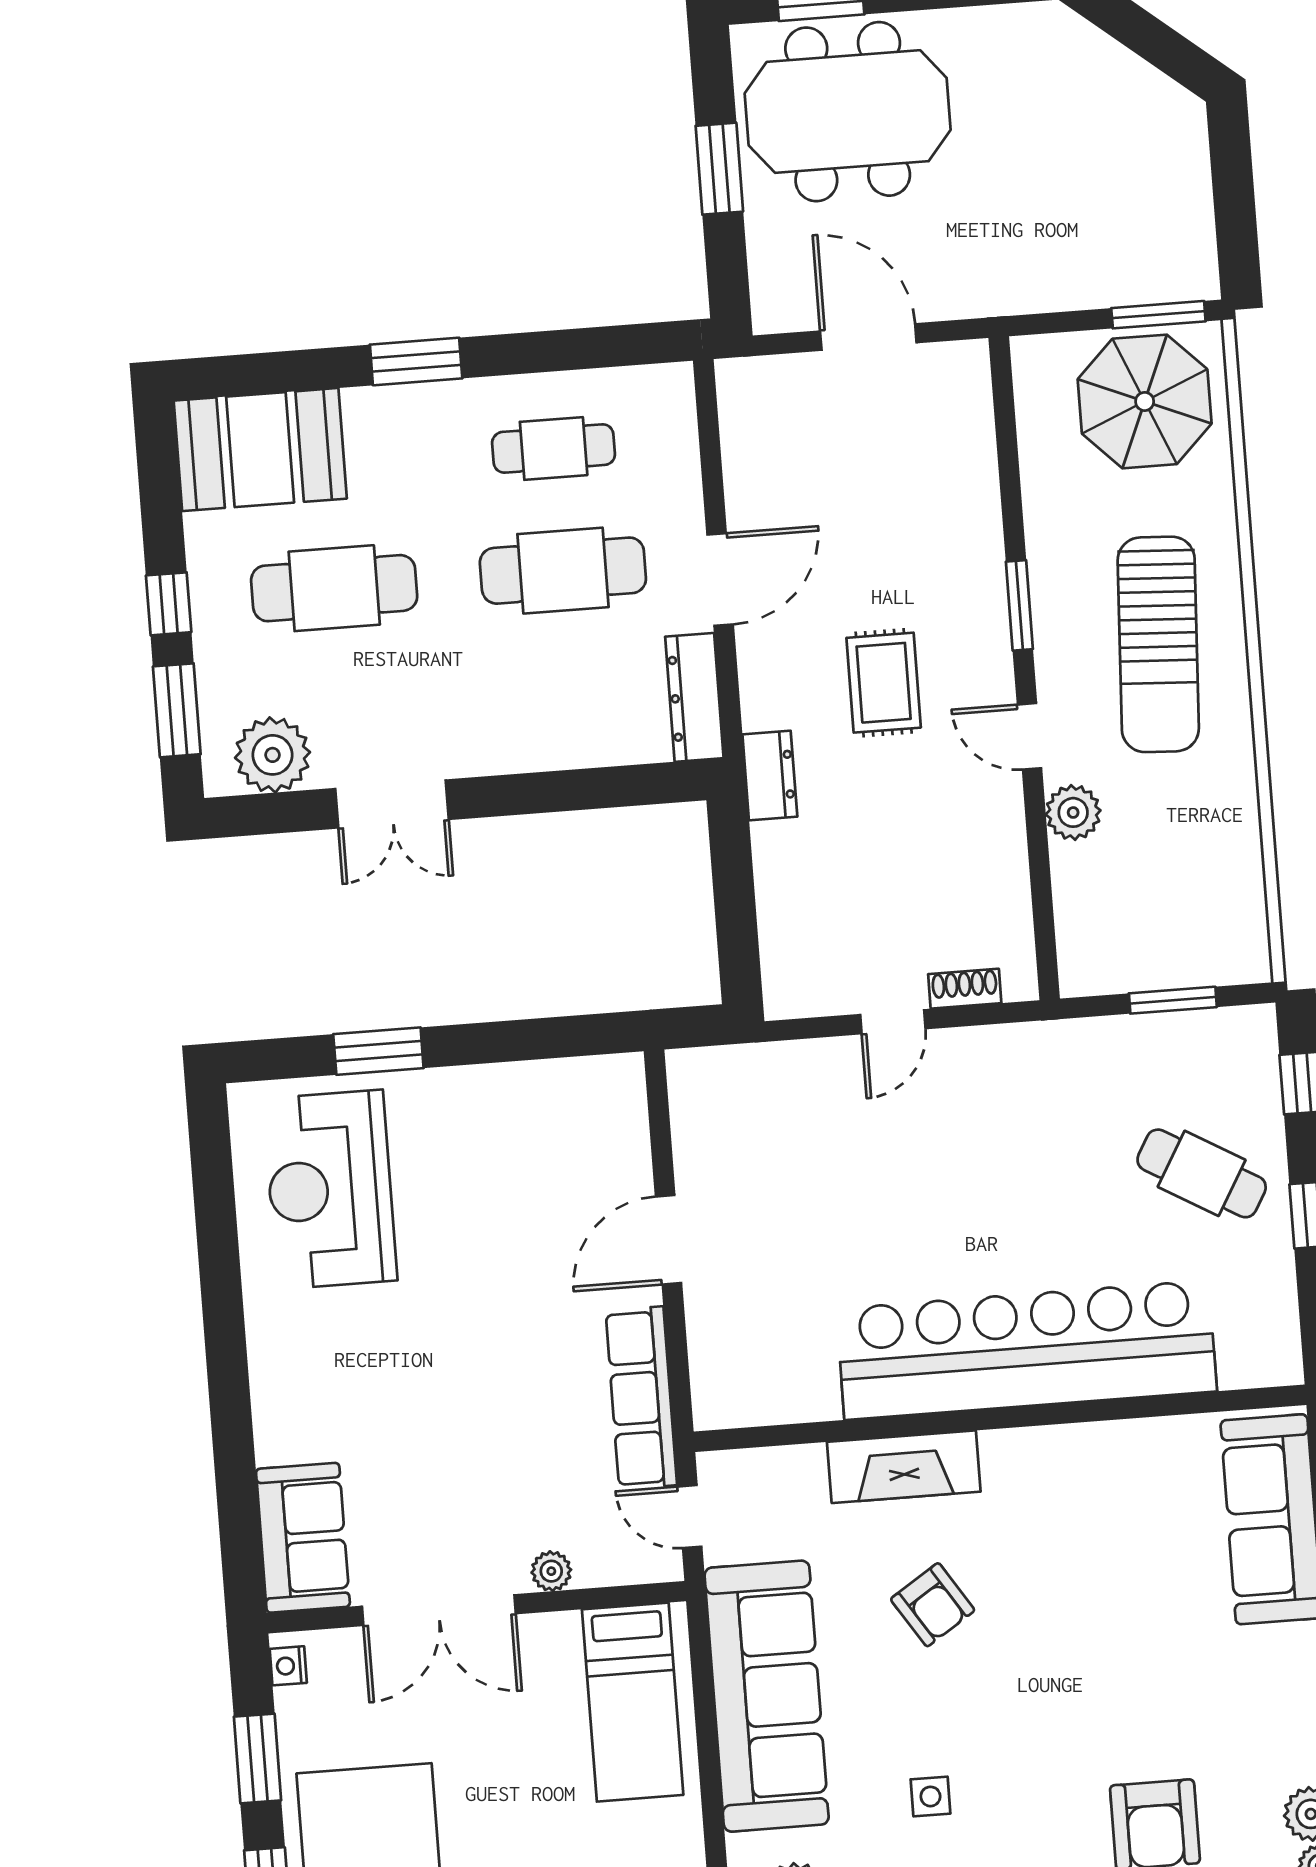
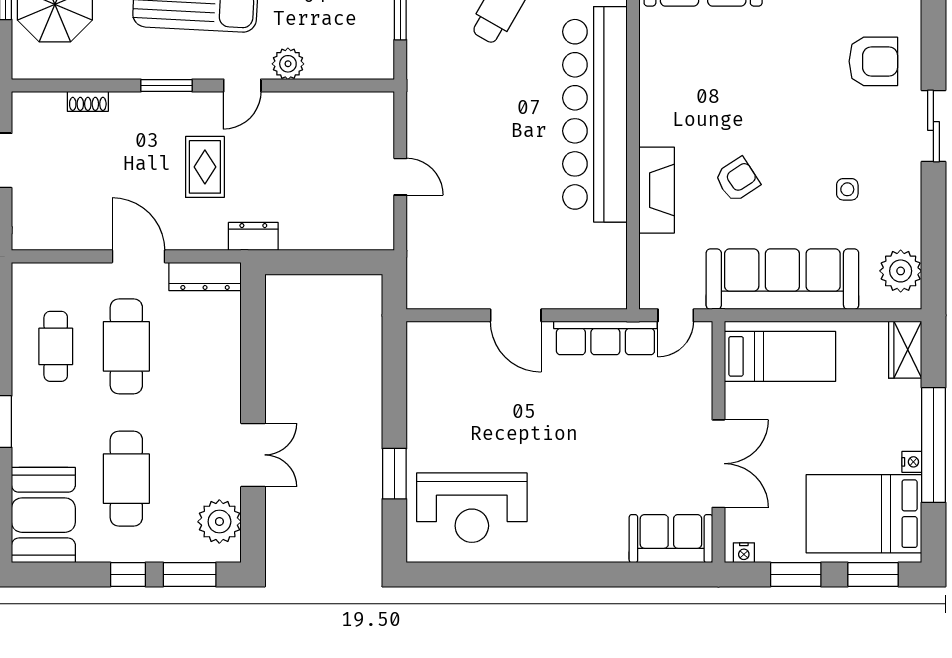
rug: (884, 683) -> (205, 167), turned 90
shoe rack: (965, 989) -> (88, 101), moved, turned -90
plant: (551, 1571) -> (701, 397), removed

